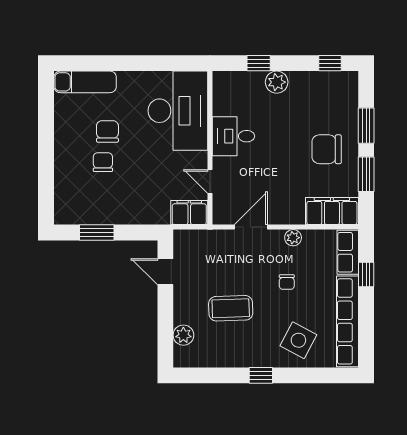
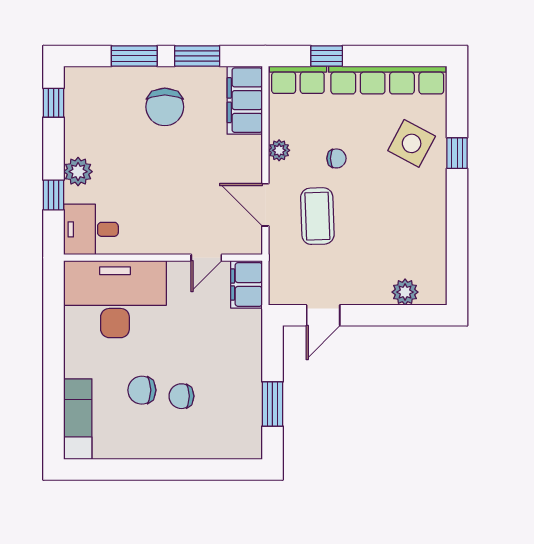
desk: (233, 136) -> (91, 229), moved, turned 90
coffee table: (231, 308) -> (317, 216), moved
window: (261, 375) -> (457, 153), moved

